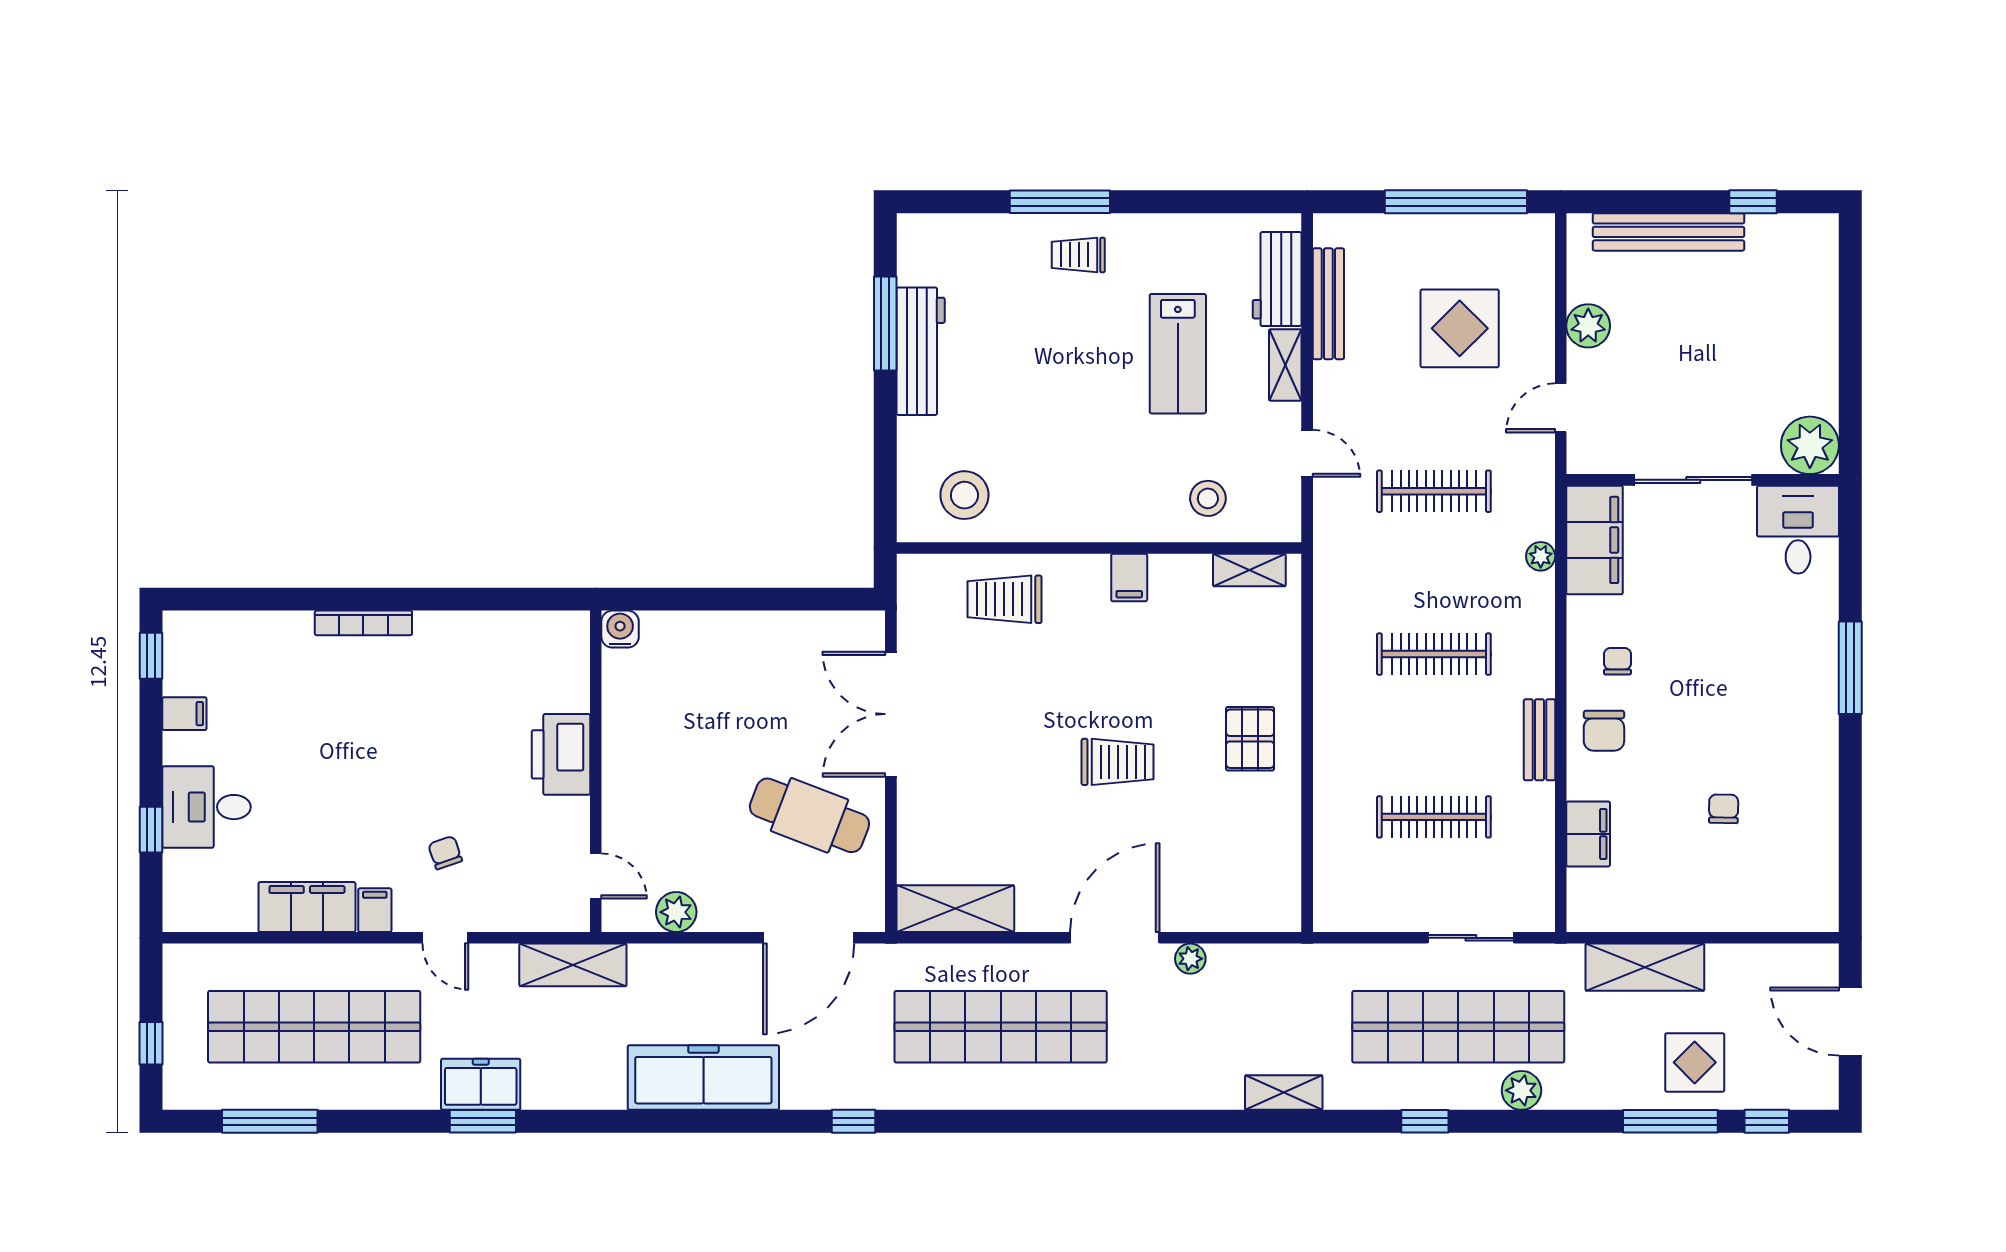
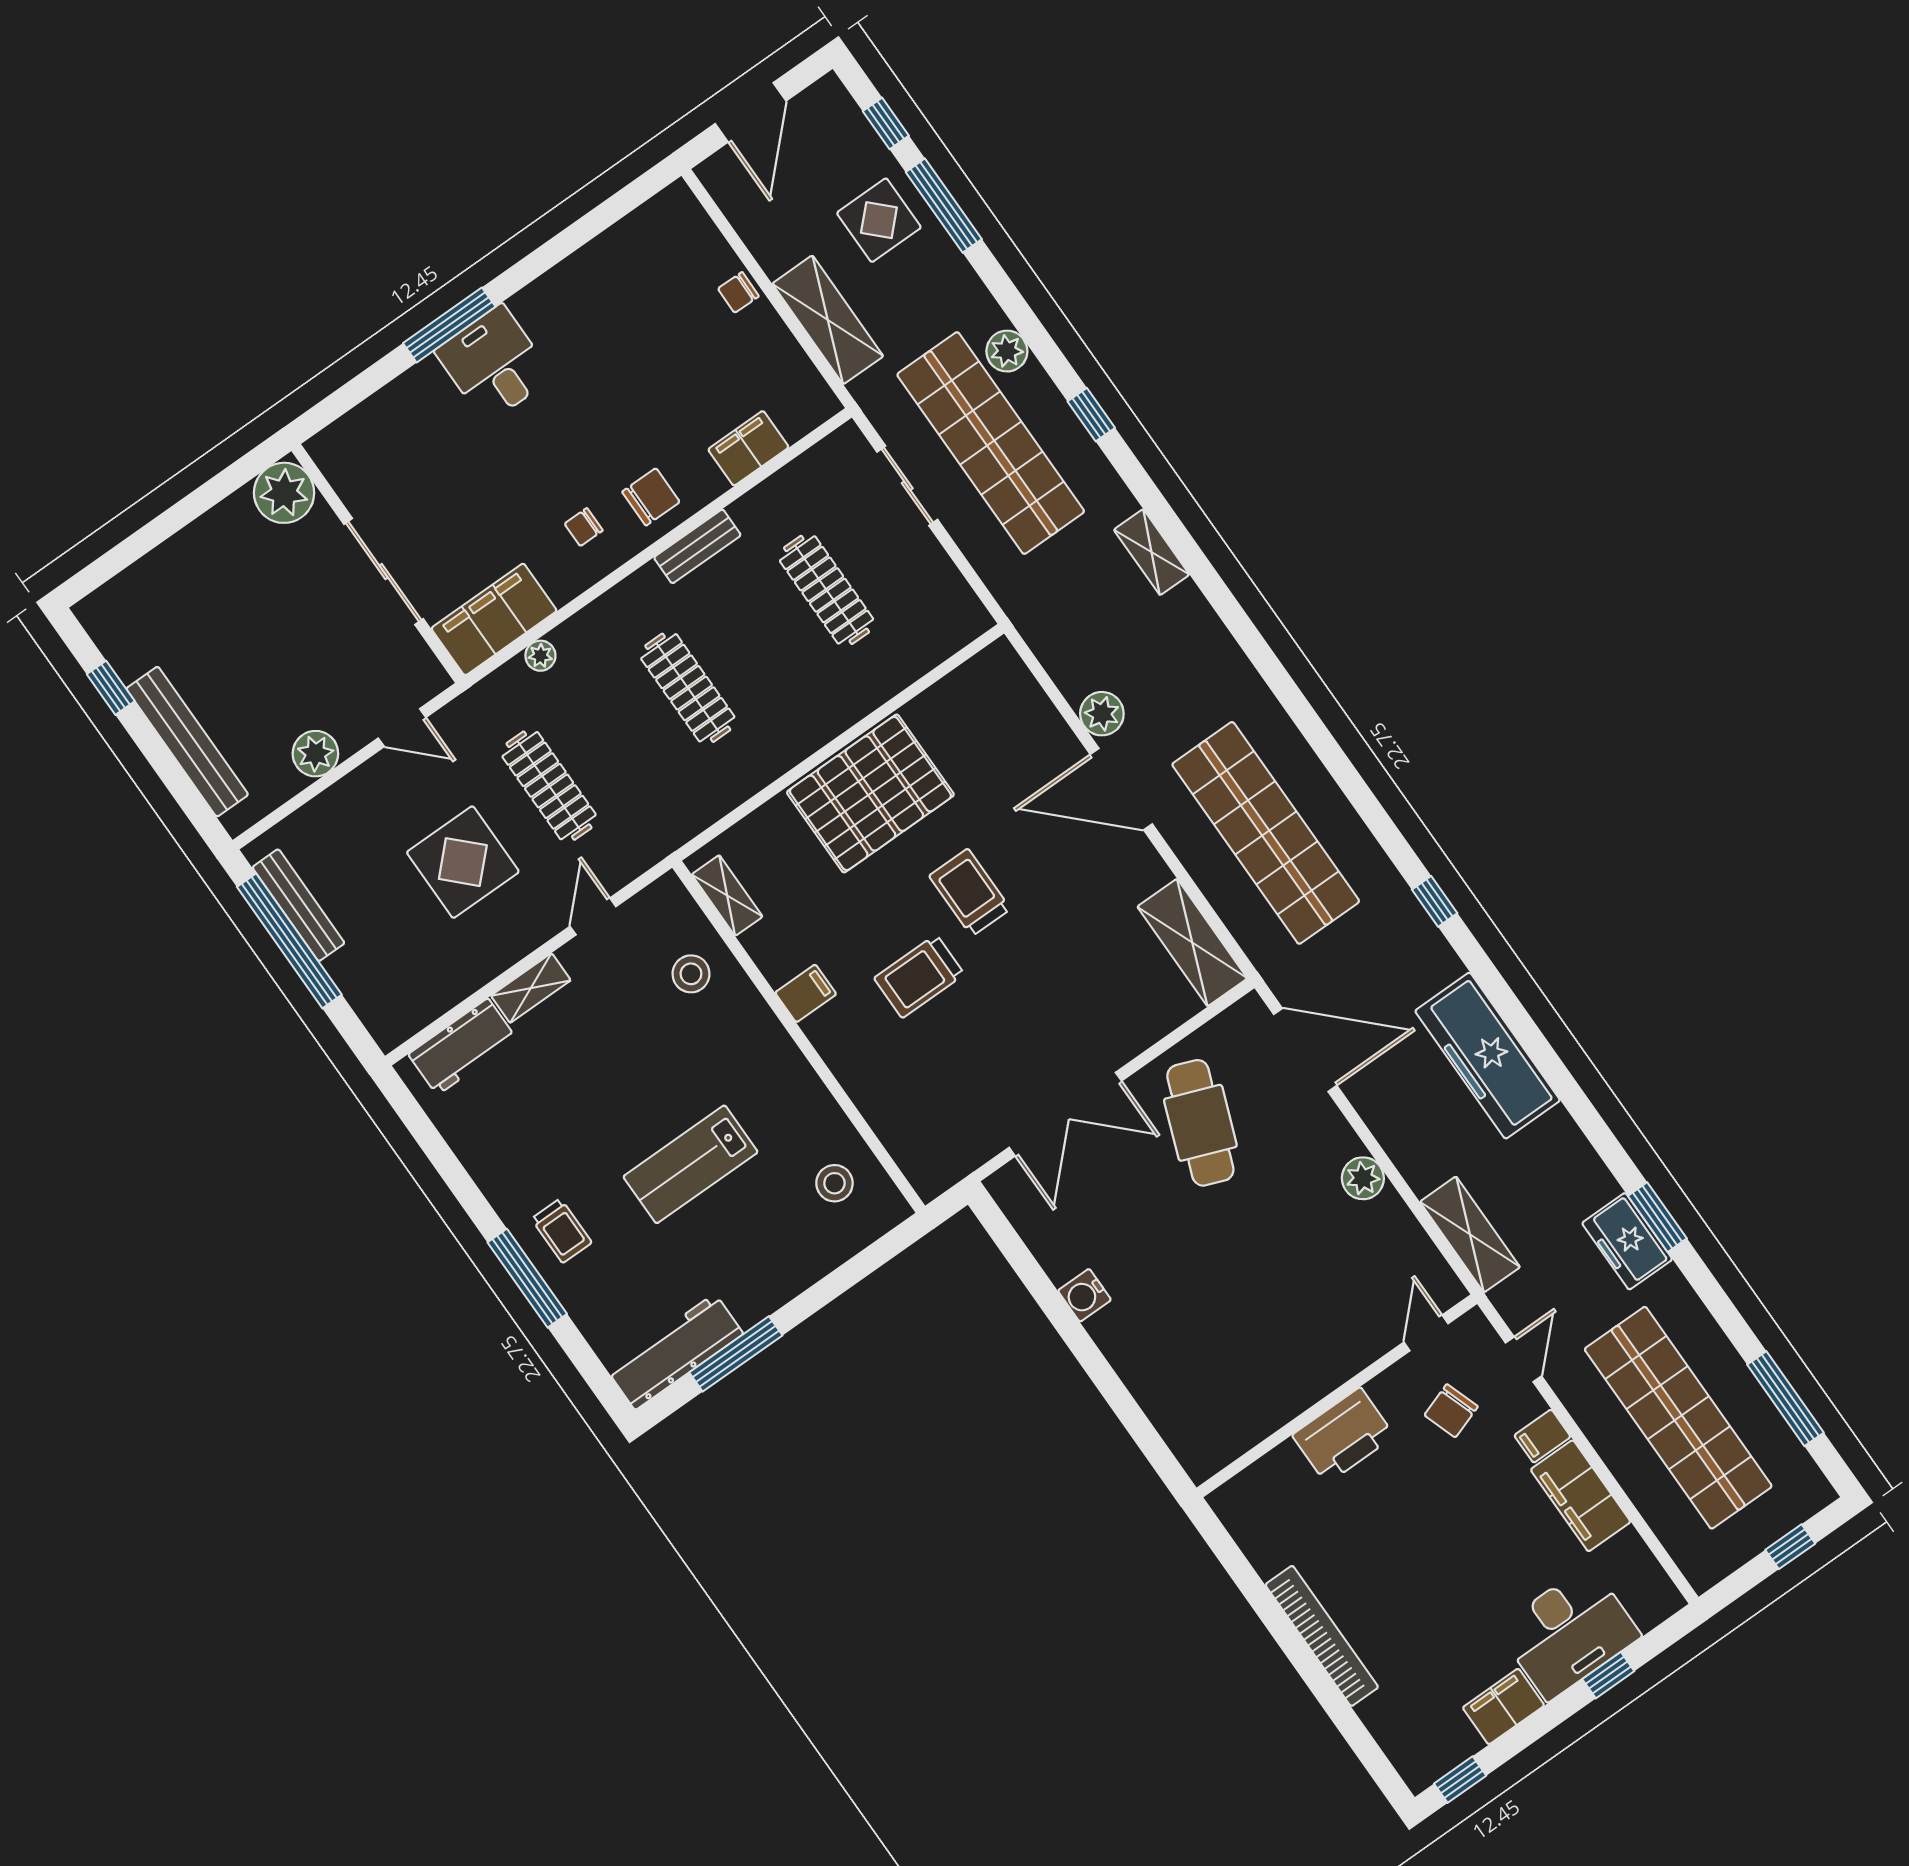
bench: (1328, 304) -> (298, 905), moved, turned 90
display table: (1460, 328) -> (463, 862), moved
workbench: (921, 351) -> (675, 1352), moved
lab bench: (1178, 354) -> (691, 1164), moved, turned 180
stool: (964, 495) -> (834, 1183), width x0.73, depth x0.73
desk: (1798, 530) -> (494, 364), moved, turned 90
trolley: (1005, 599) -> (919, 976), moved, turned 90
bookcase: (363, 623) -> (1322, 1636), width x1.48, depth x1.31
water cooler: (620, 629) -> (1084, 1295), moved
filing cabinet: (184, 714) -> (1503, 1706), width x2.00
pallet: (1250, 739) -> (870, 793), width x2.05, depth x2.00
printer: (561, 754) -> (1343, 1436), moved
wall: (596, 771) -> (1337, 1396), moved
desk: (207, 807) -> (1569, 1632), width x1.37
chair: (1724, 809) -> (738, 292), moved
chair: (445, 853) -> (1451, 1411), width x1.37, depth x1.37
door: (596, 876) -> (1426, 1333), moved
plant: (1190, 959) -> (1102, 714), width x1.38, depth x1.38

